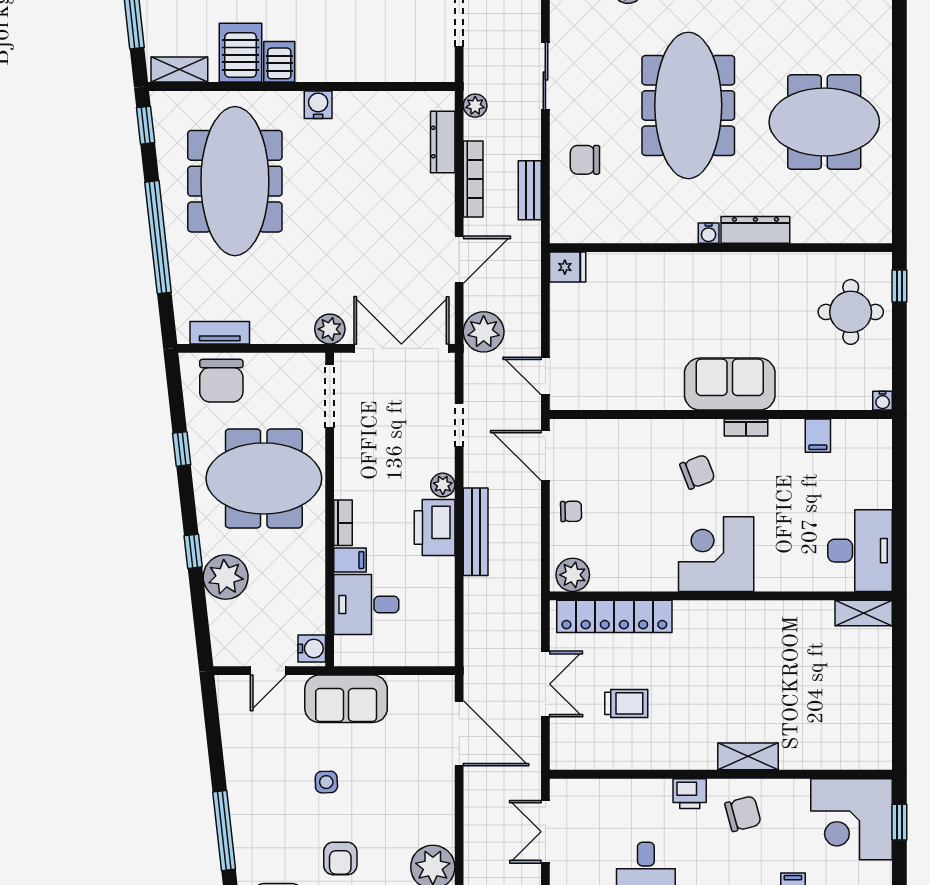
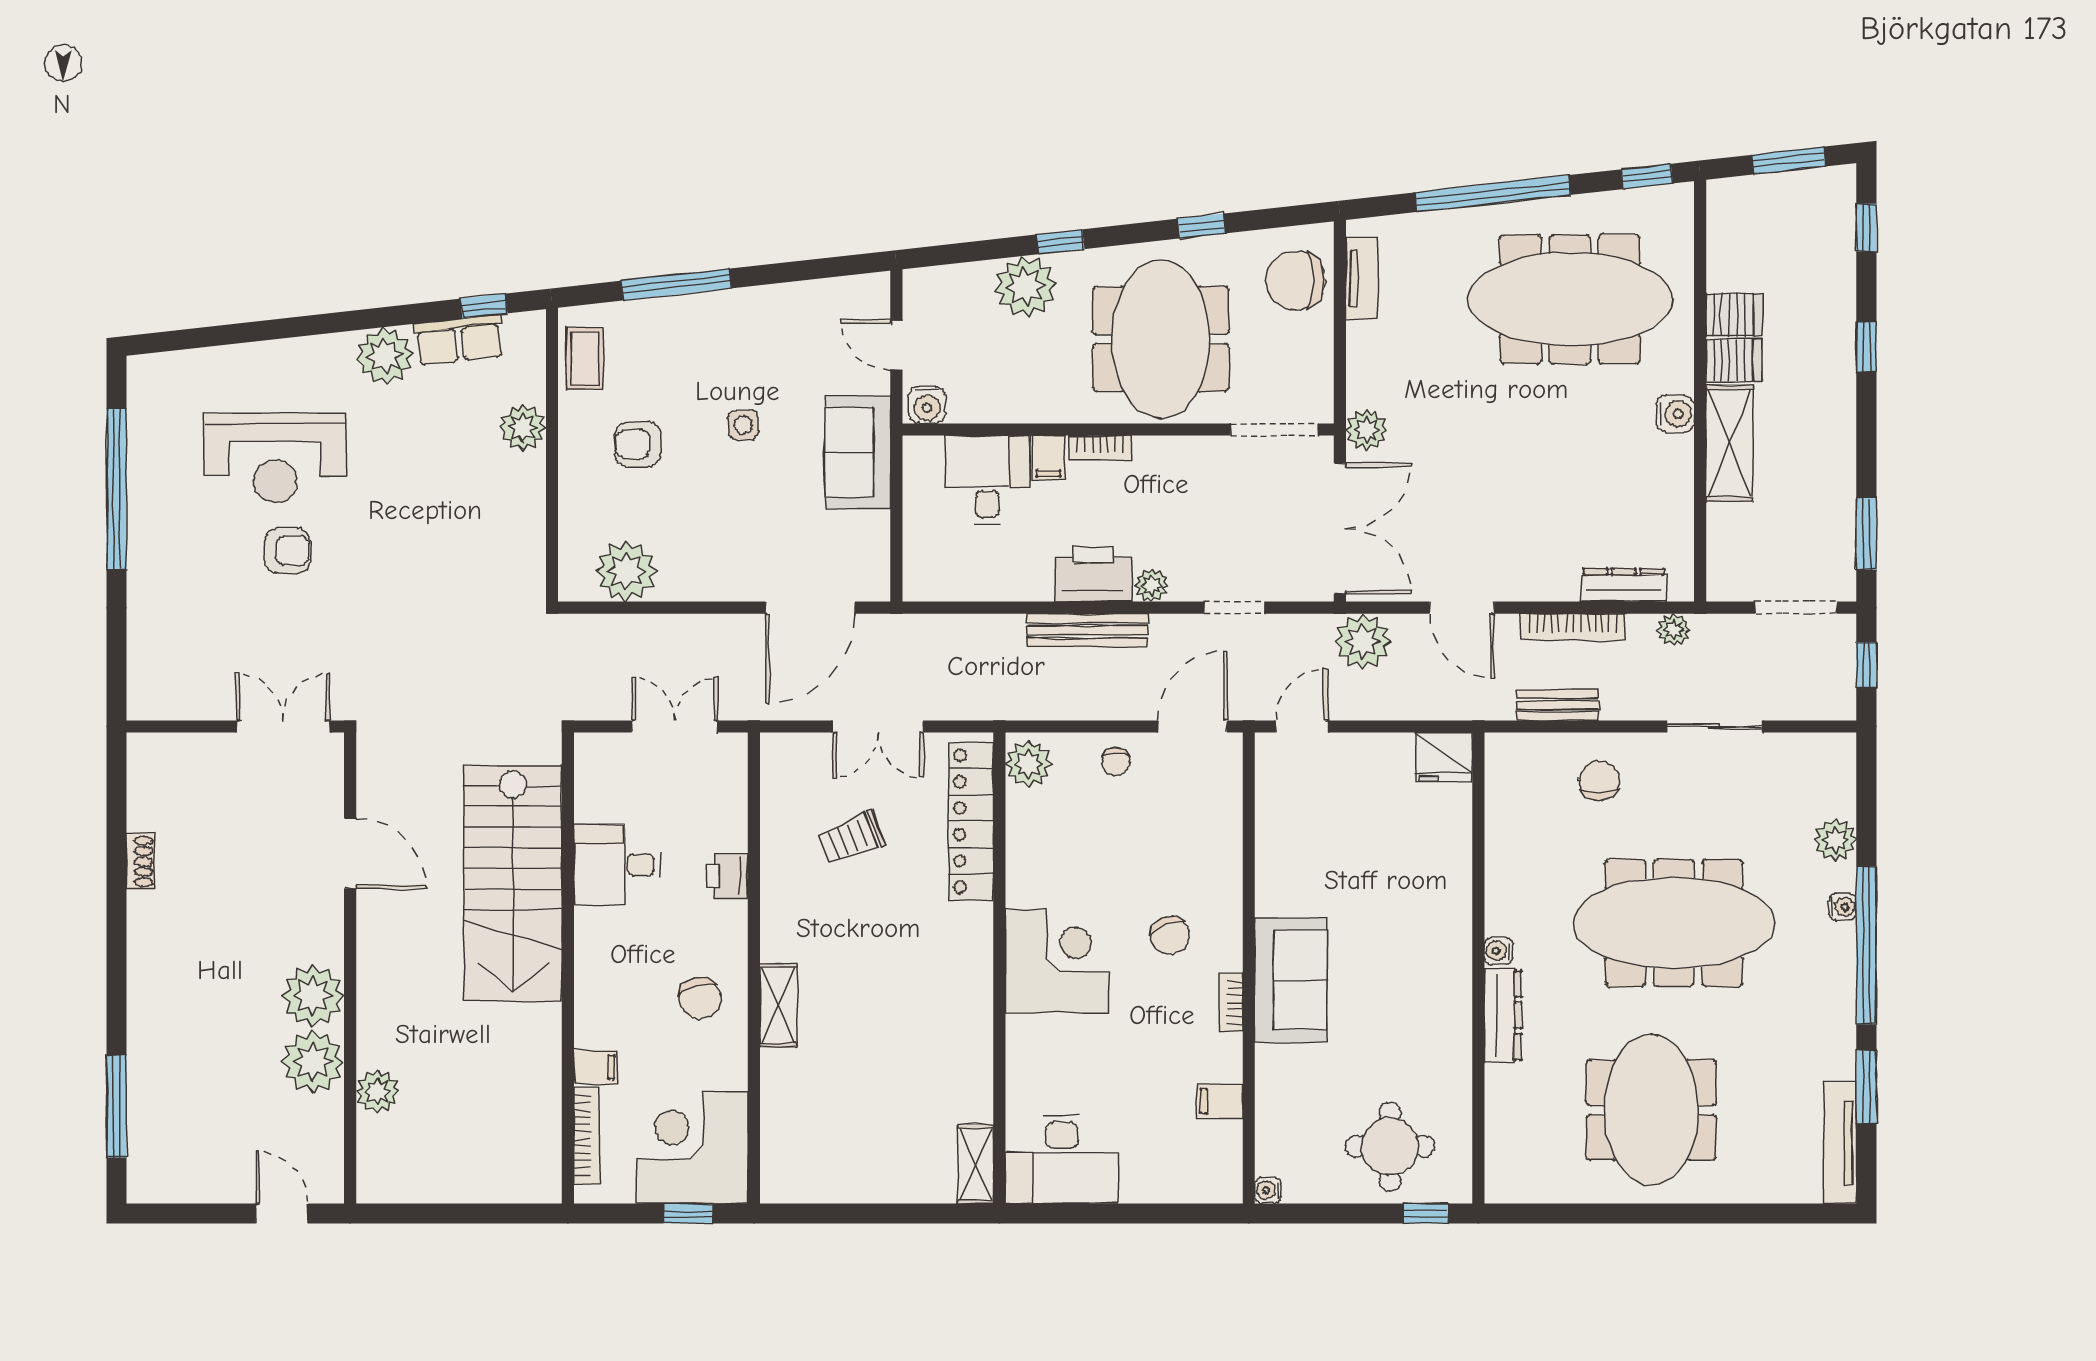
server rack: (241, 53) -> (1734, 315), width x0.73, depth x0.70
shelving: (179, 69) -> (1729, 443), moved, width x1.50, depth x1.33
fridge: (568, 267) -> (1444, 757), width x1.38
trolley: (626, 703) -> (851, 838), turned 68
printer: (690, 794) -> (727, 876), moved

